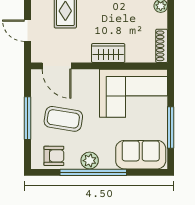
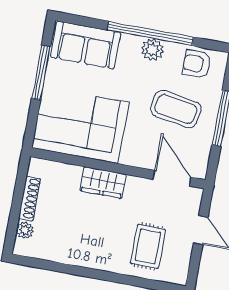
shoe rack: (162, 46) -> (30, 198), moved

